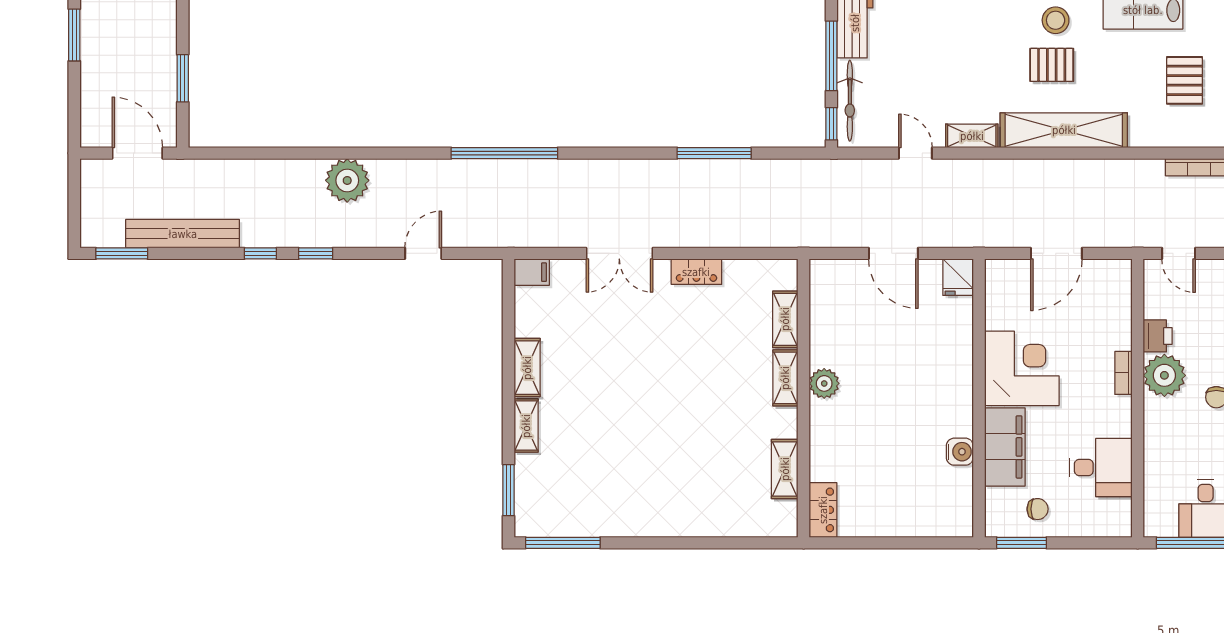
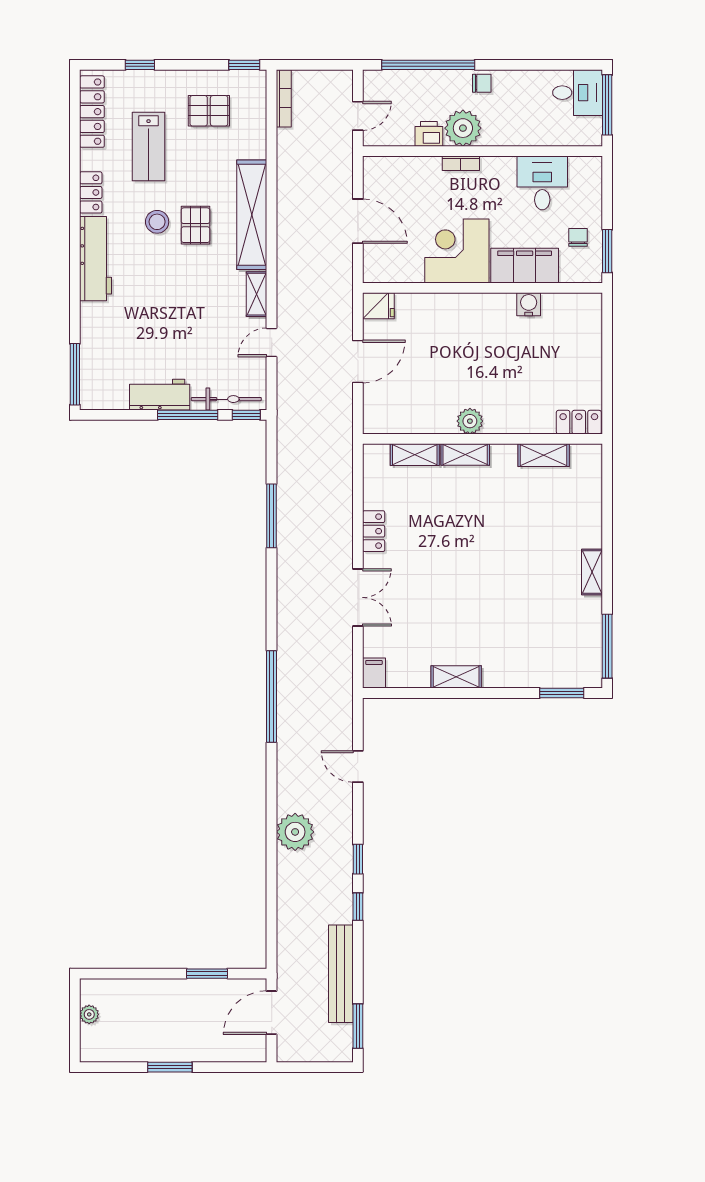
shelving: (526, 426) -> (592, 572), moved, turned 90

